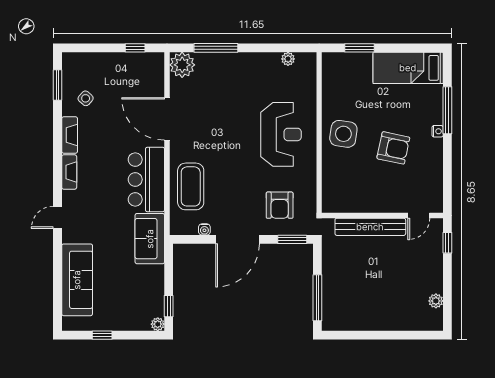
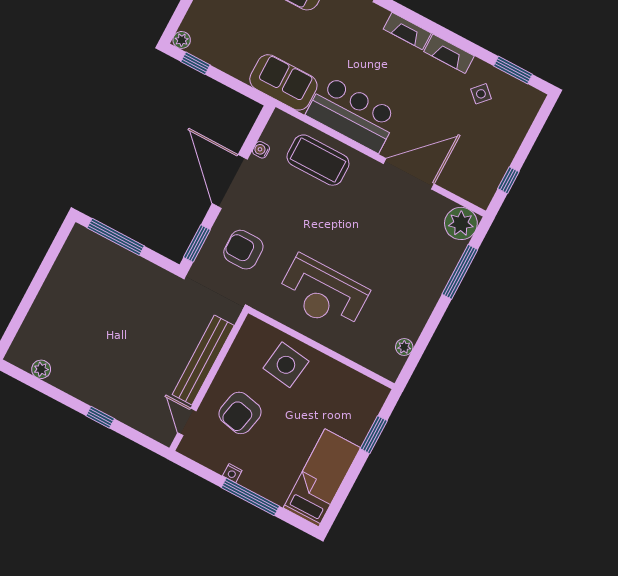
wall: (382, 215) -> (209, 381), moved
door: (419, 215) -> (187, 422), moved
bench: (370, 227) -> (203, 360), moved

